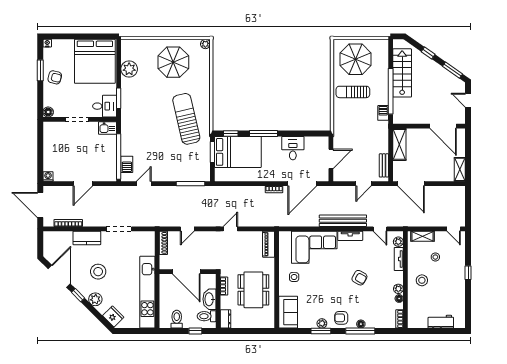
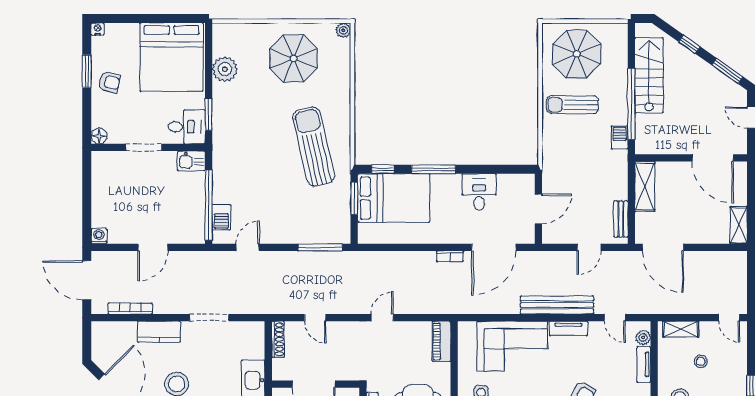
door: (187, 229) -> (315, 318), hinge flipped

